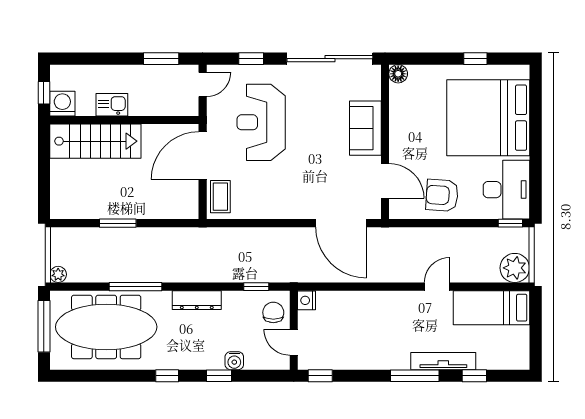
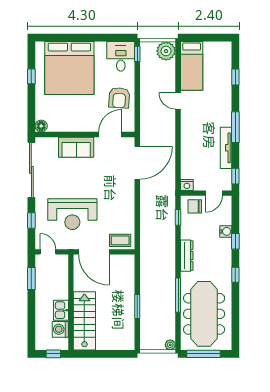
washing machine: (62, 104) -> (60, 329), moved
desk: (506, 190) -> (121, 56), width x0.73
tv unit: (443, 361) -> (226, 148), moved
window: (415, 376) -> (235, 127), moved

